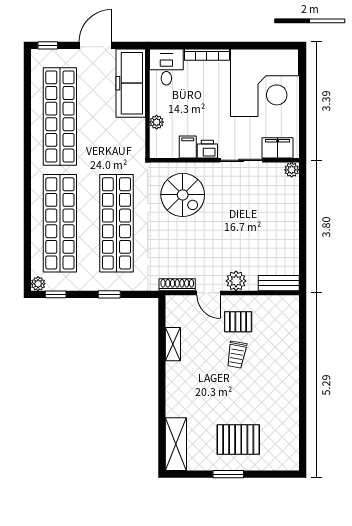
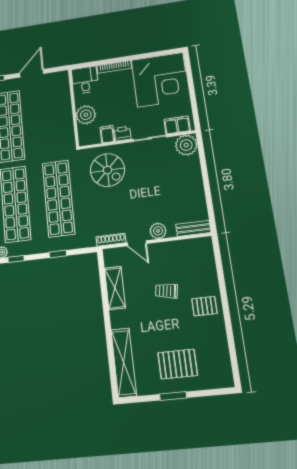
freezer: (131, 83) -> (60, 95), removed
plant: (157, 122) -> (86, 115), width x1.88, depth x1.88
plant: (292, 170) -> (186, 145), width x1.88, depth x1.88
pallet: (238, 322) -> (204, 306), moved
shelving: (173, 344) -> (115, 288), width x1.50, depth x1.33
trolley: (237, 355) -> (167, 291), turned 89
shelving: (176, 444) -> (124, 363), width x1.47

